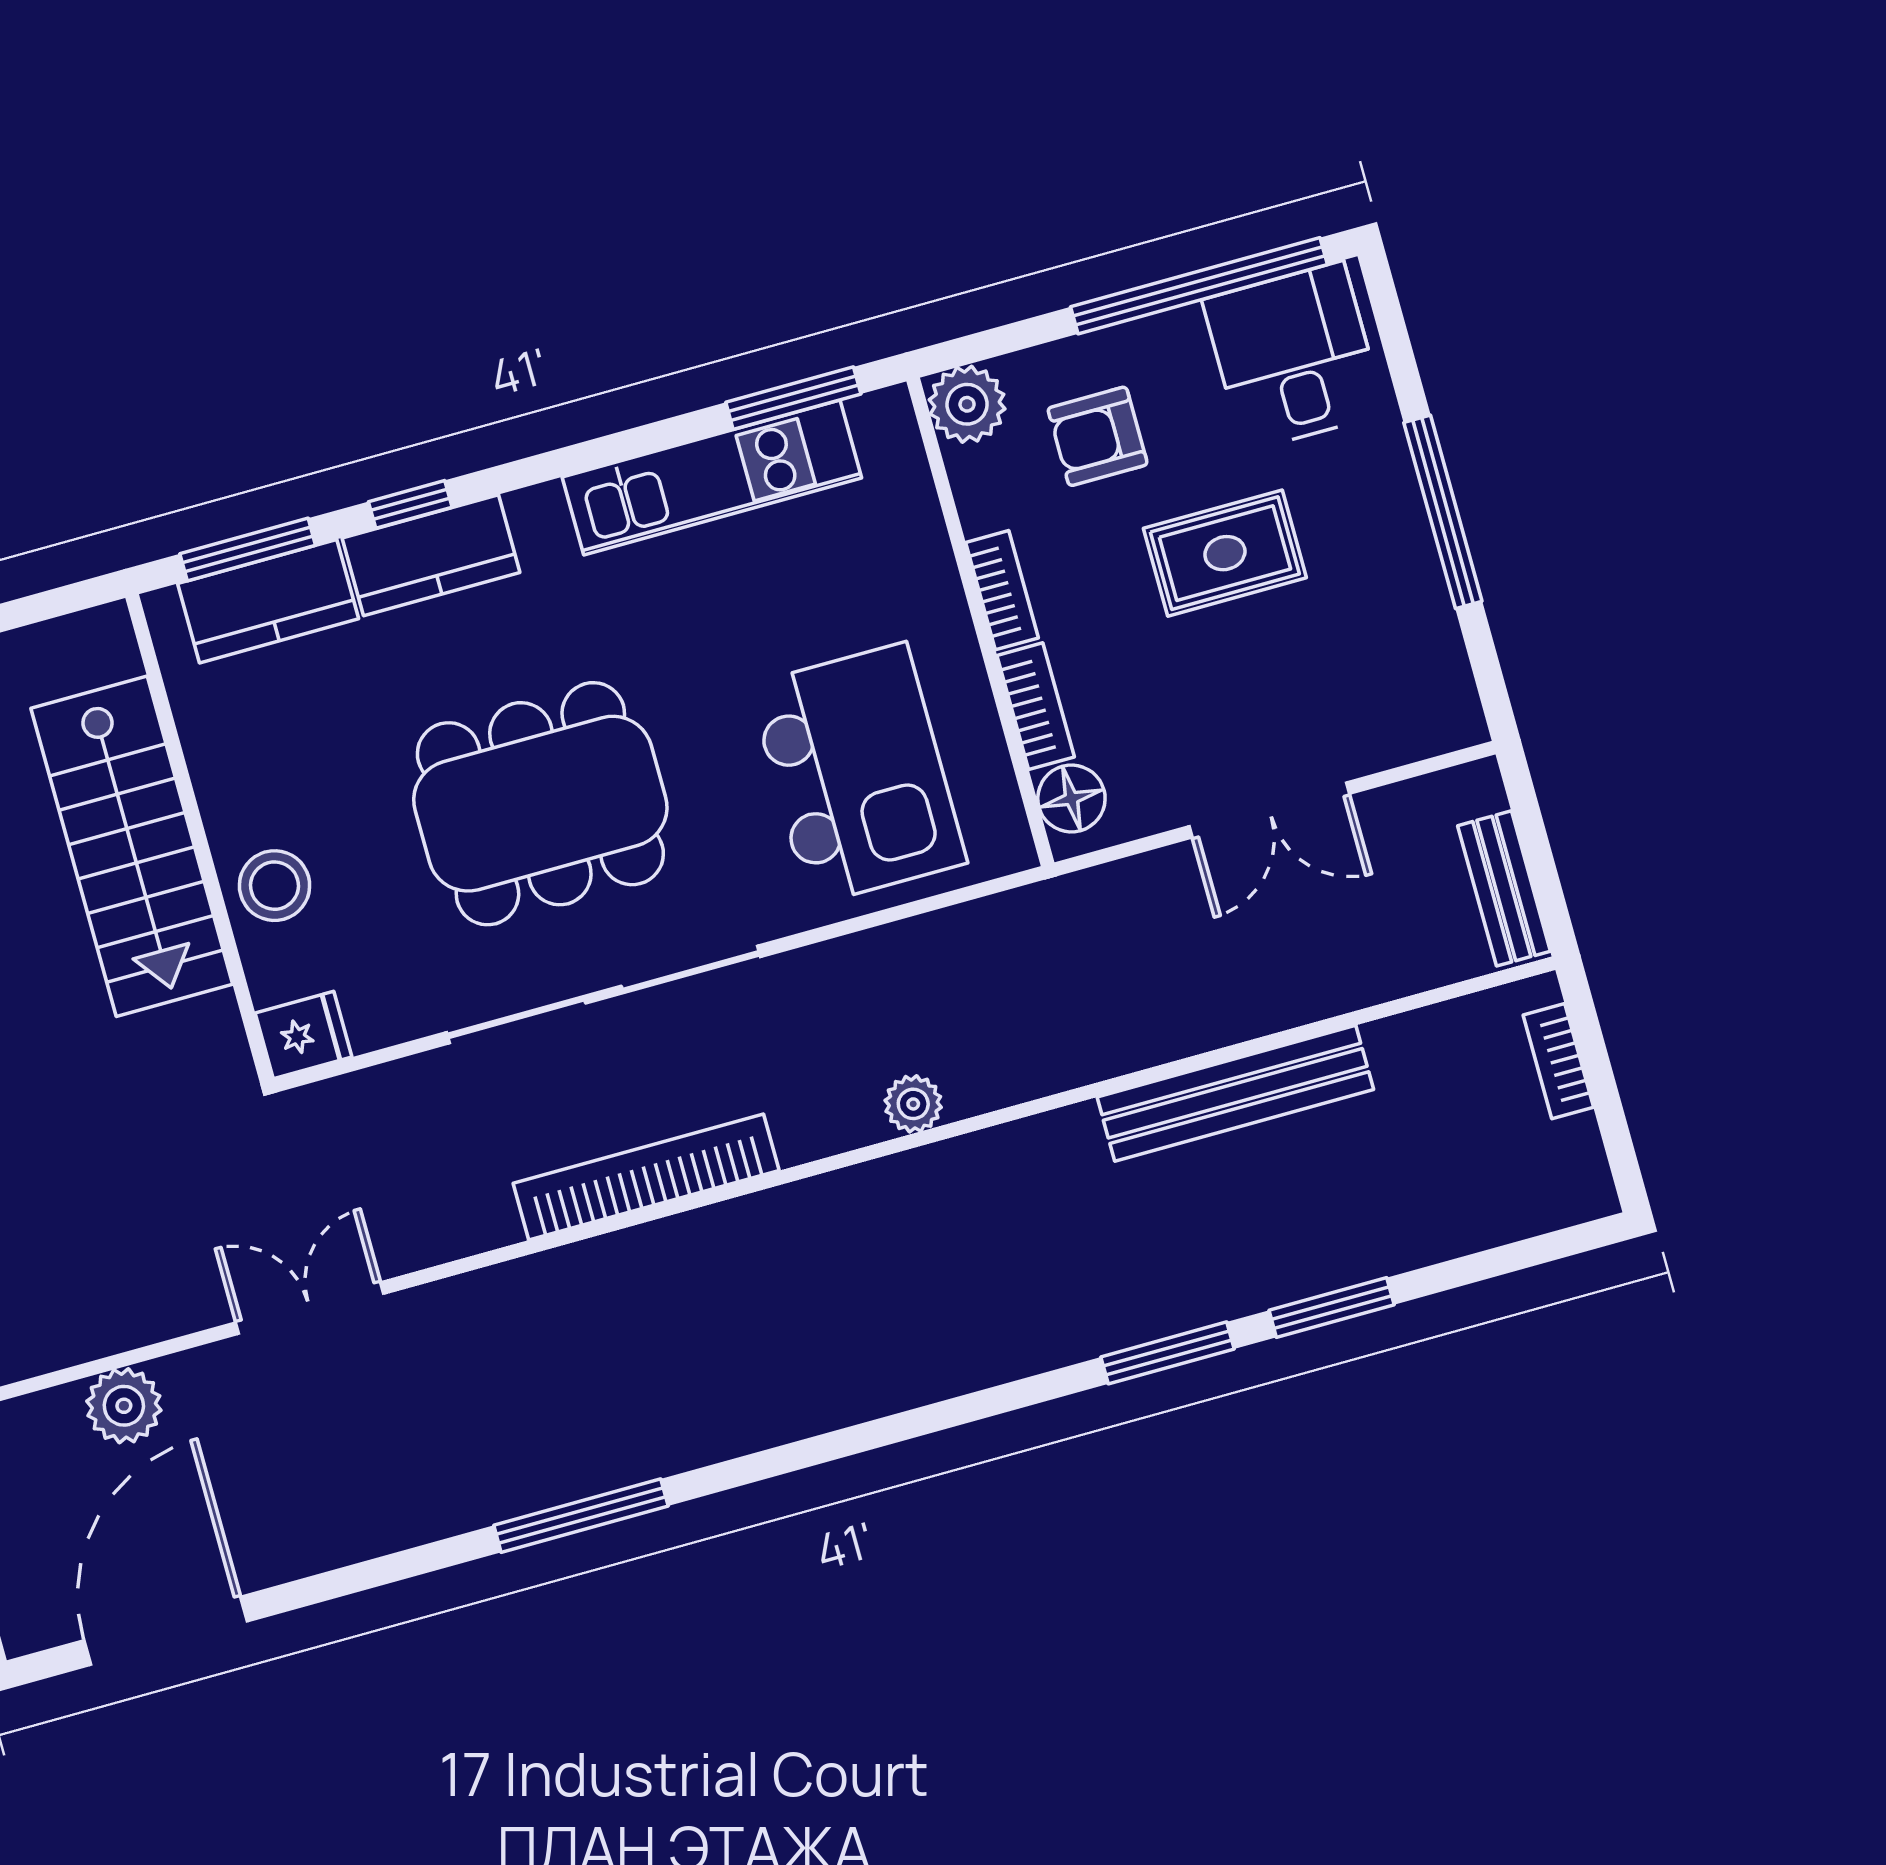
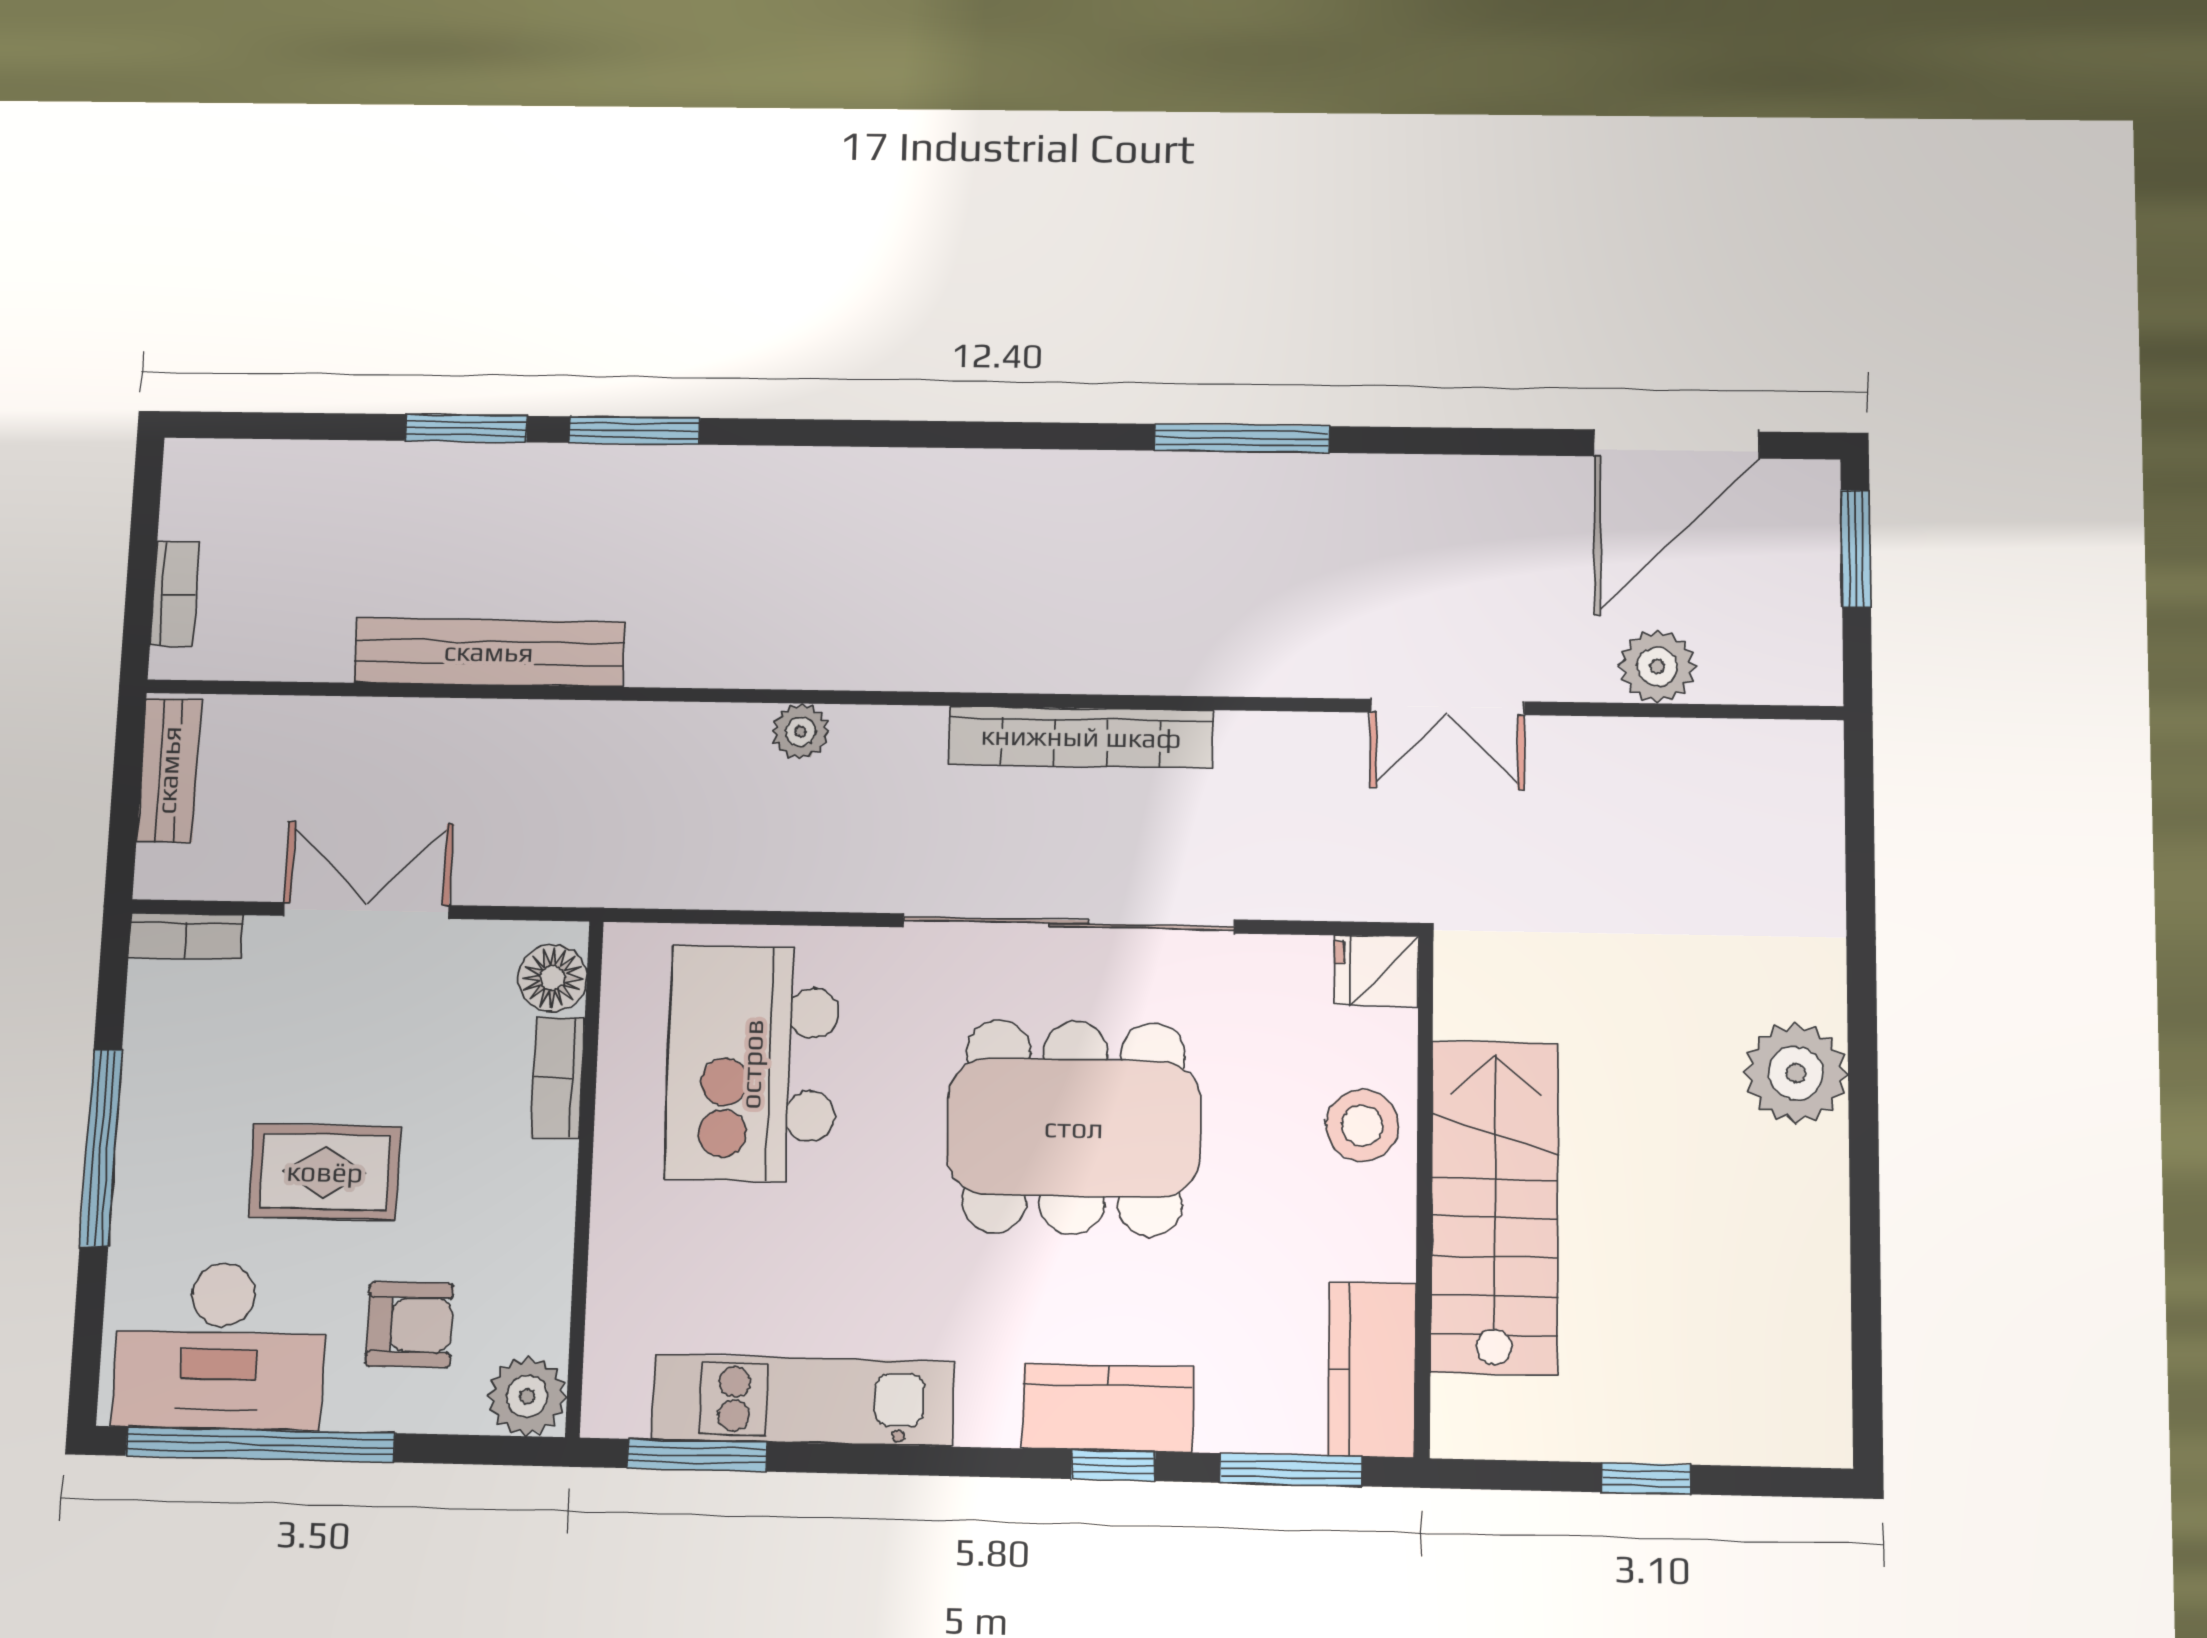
desk: (1294, 356) -> (220, 1346), width x1.37
bookcase: (1002, 590) -> (186, 936), moved, turned -90
kitchen counter: (268, 601) -> (1372, 1370), moved, turned -90

